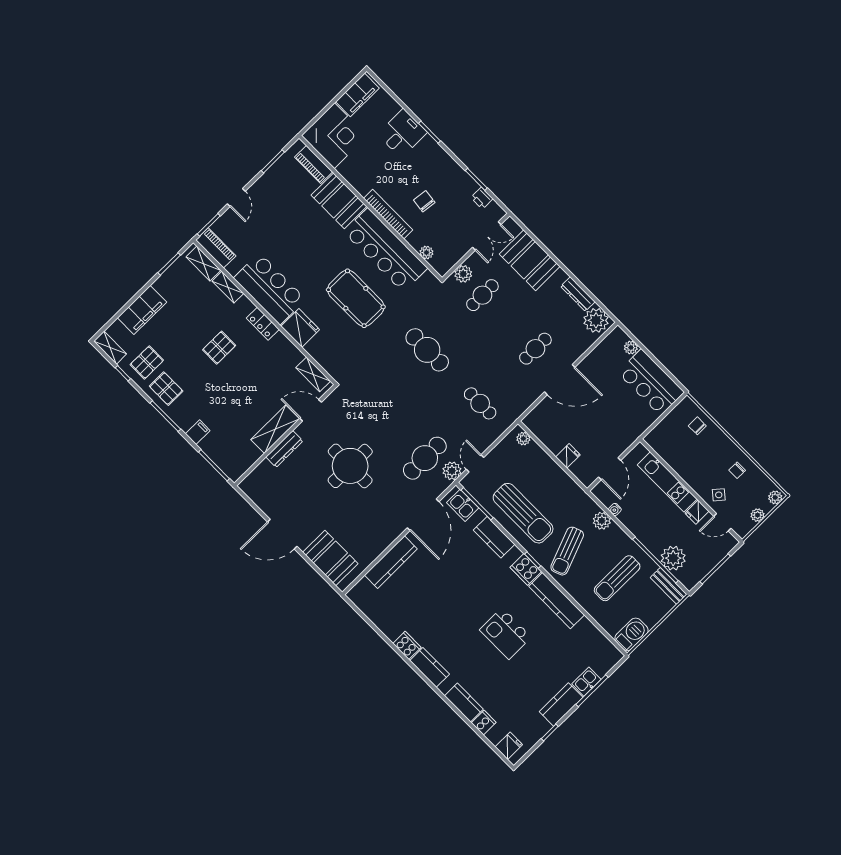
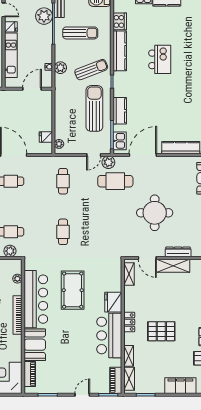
pallet: (219, 348) -> (161, 331), width x1.50, depth x1.42
cafe table: (427, 350) -> (63, 232), width x0.73, depth x0.74
fridge: (568, 456) -> (46, 137), moved
cooker: (526, 569) -> (120, 21), moved

